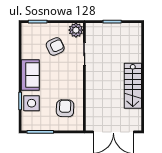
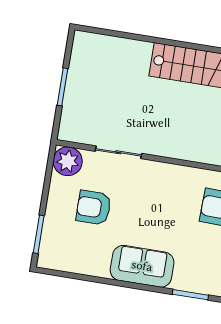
armchair: (55, 47) -> (94, 208), turned -65
side table: (32, 103) -> (198, 273), removed

